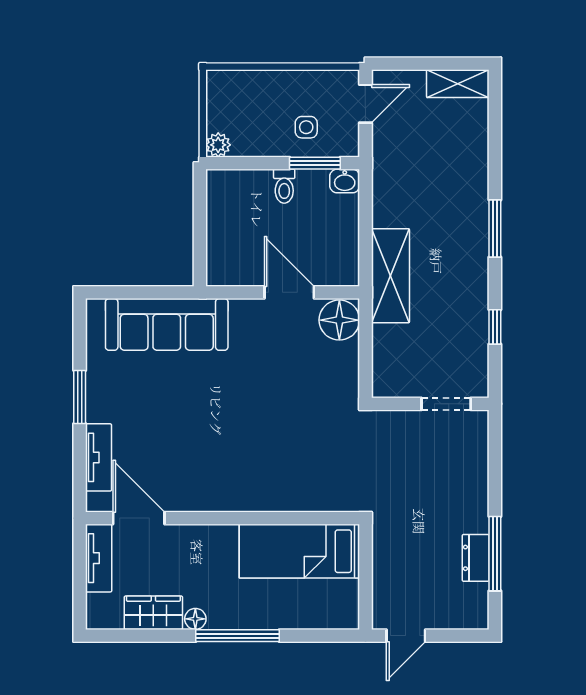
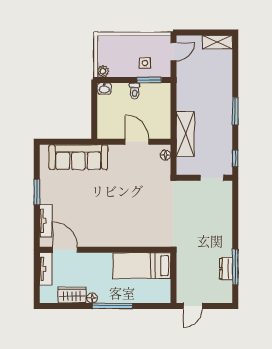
washbasin: (345, 181) -> (104, 89), moved
floor lamp: (339, 320) -> (165, 155), width x0.53, depth x0.53
wall: (430, 404) -> (204, 178), moved
doorway: (446, 404) -> (212, 178), moved

